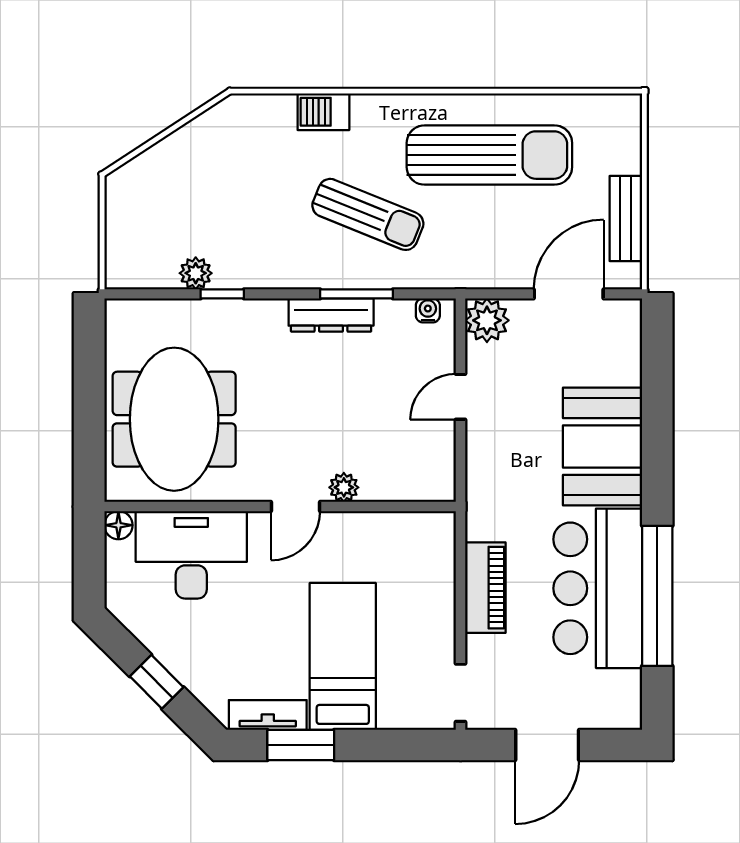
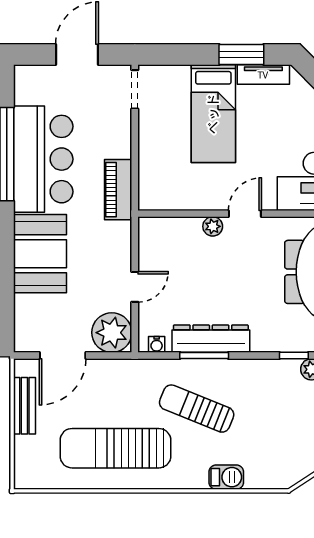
dresser: (331, 315) -> (211, 339), width x1.37, depth x1.24
plant: (487, 320) -> (112, 333), width x1.36, depth x1.36
piano: (485, 588) -> (118, 190), moved

